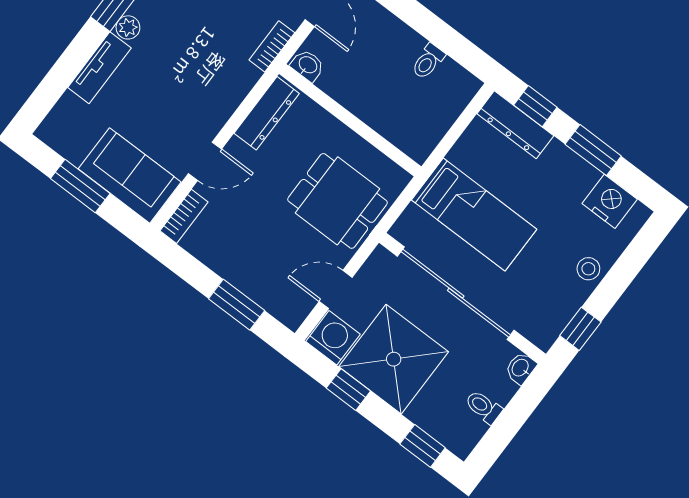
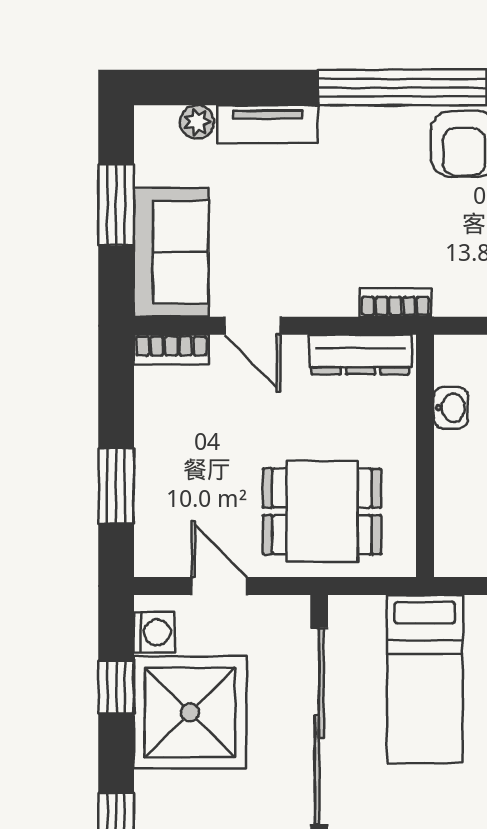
plant: (128, 27) -> (197, 122), moved
bookcase: (272, 46) -> (395, 303), moved
washbasin: (308, 65) -> (451, 408), moved
dining table: (337, 201) -> (322, 511), turned 90
washing machine: (333, 338) -> (154, 632), width x0.73, depth x0.73

